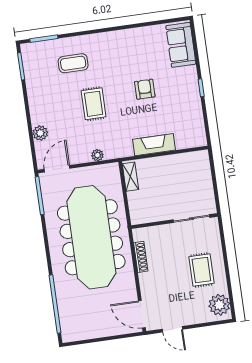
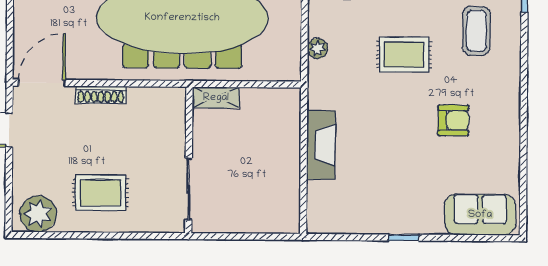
armchair: (145, 89) -> (453, 120), moved
shelving: (130, 177) -> (216, 98), moved
shoe rack: (141, 257) -> (101, 95), moved

